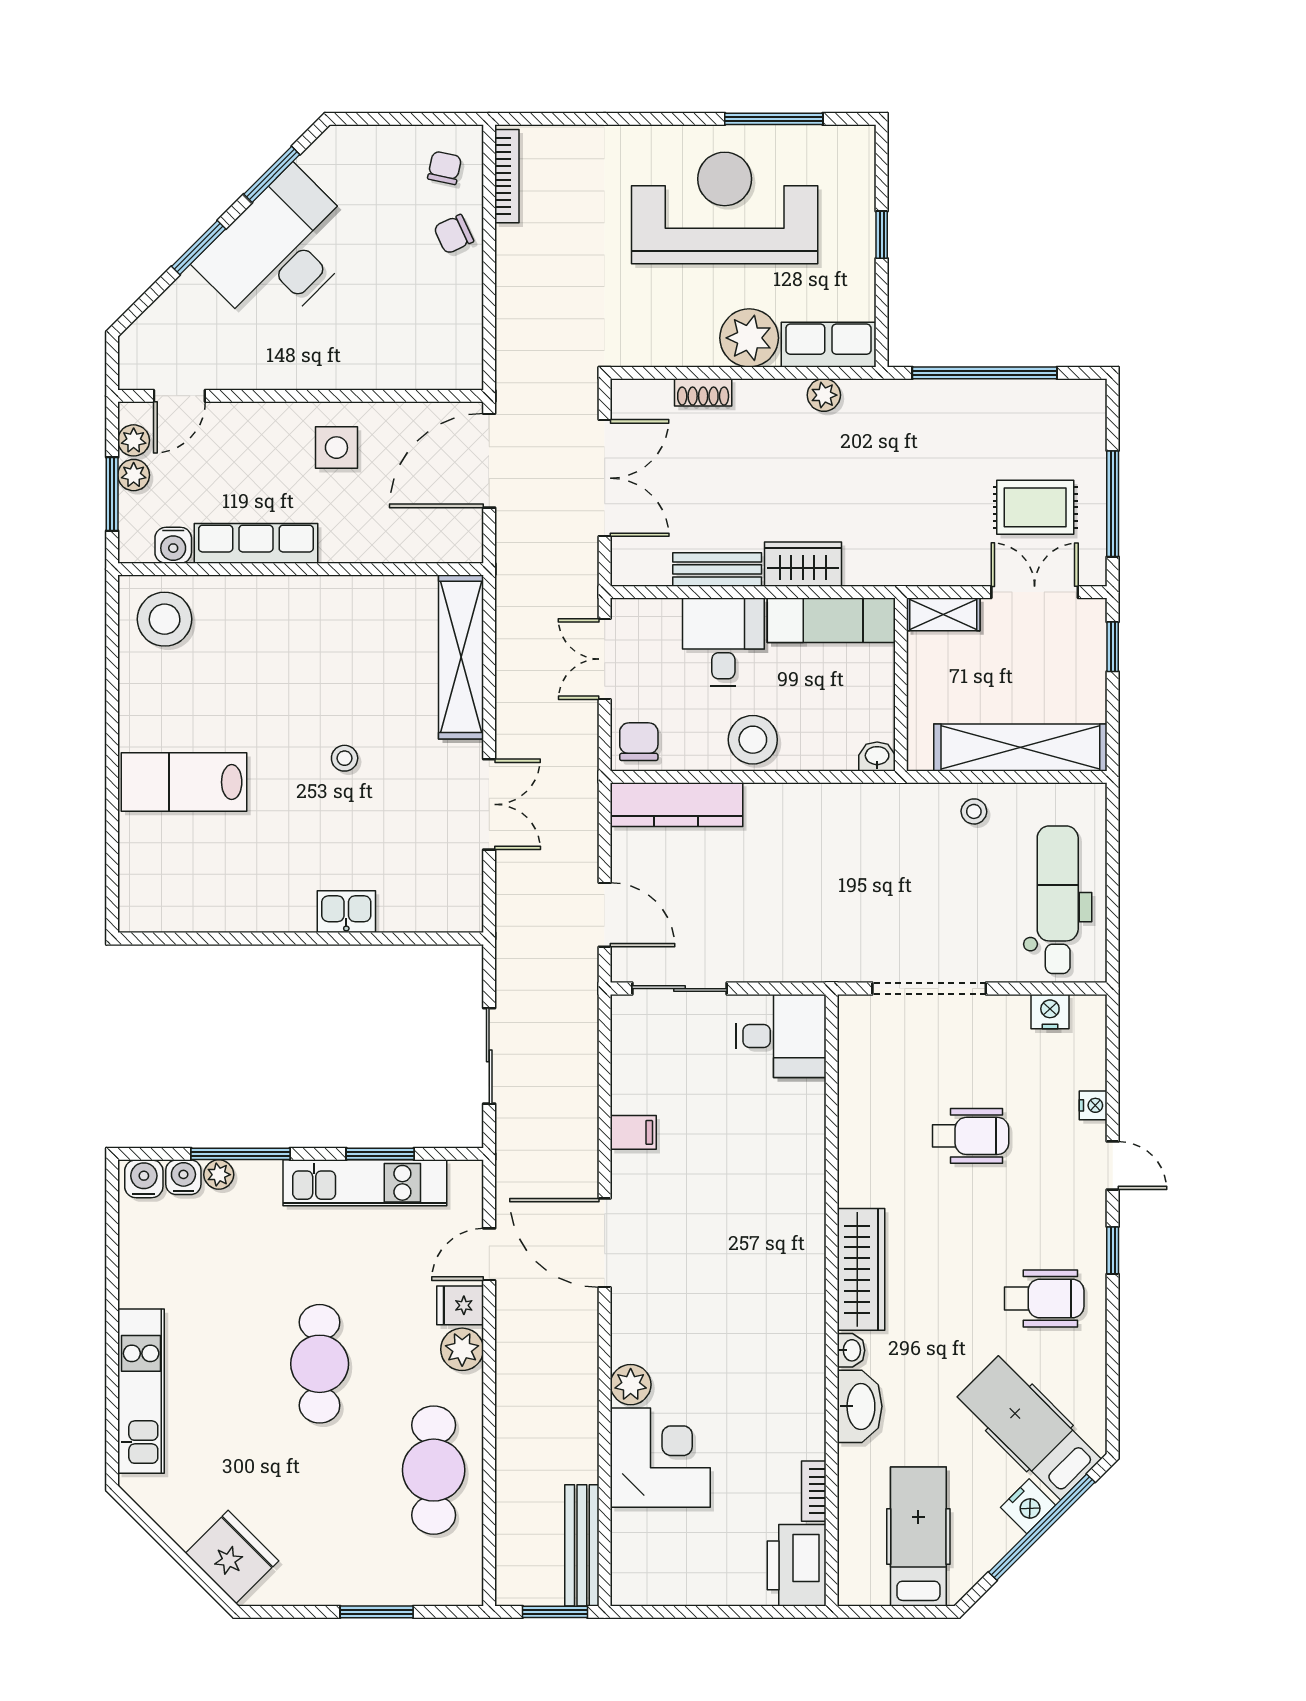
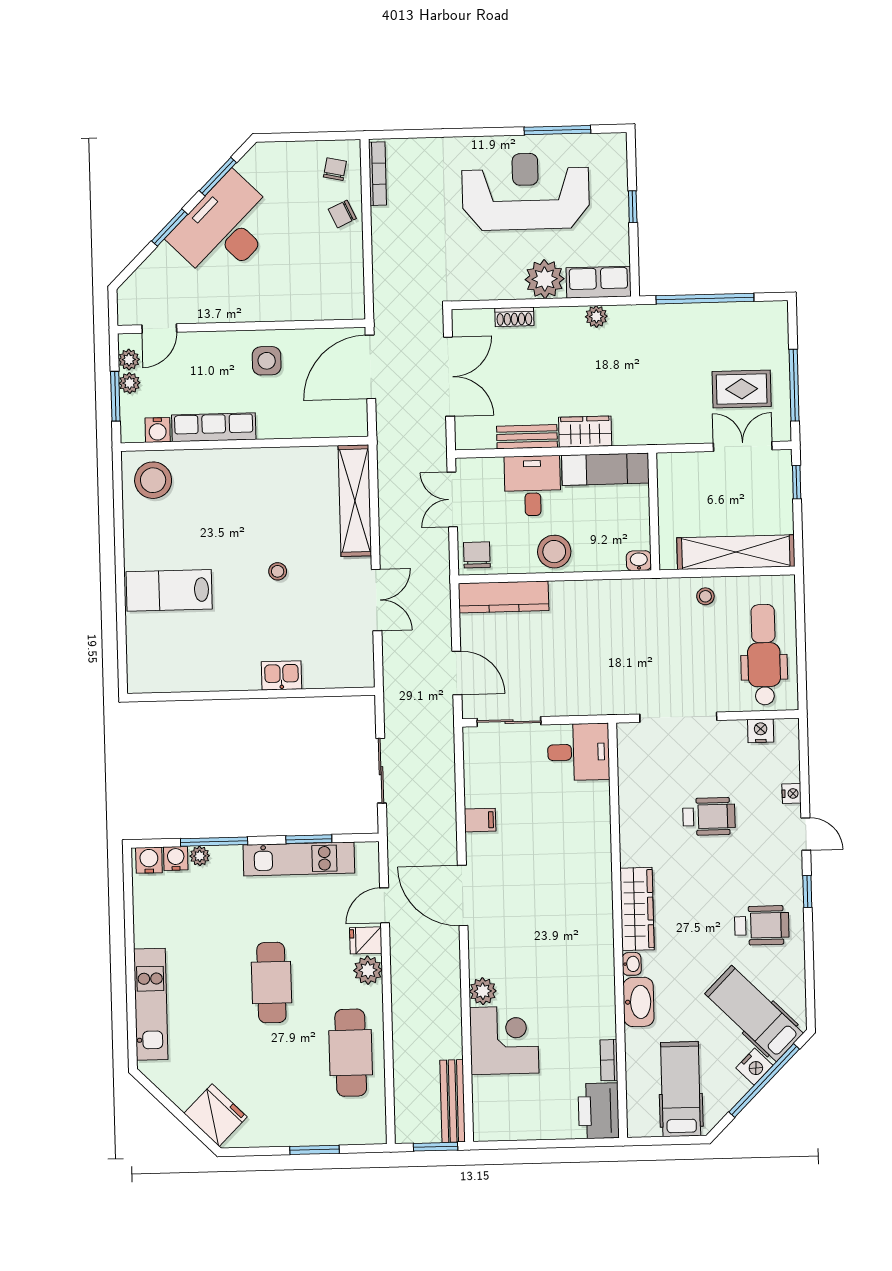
shelving: (943, 614) -> (681, 463), removed

